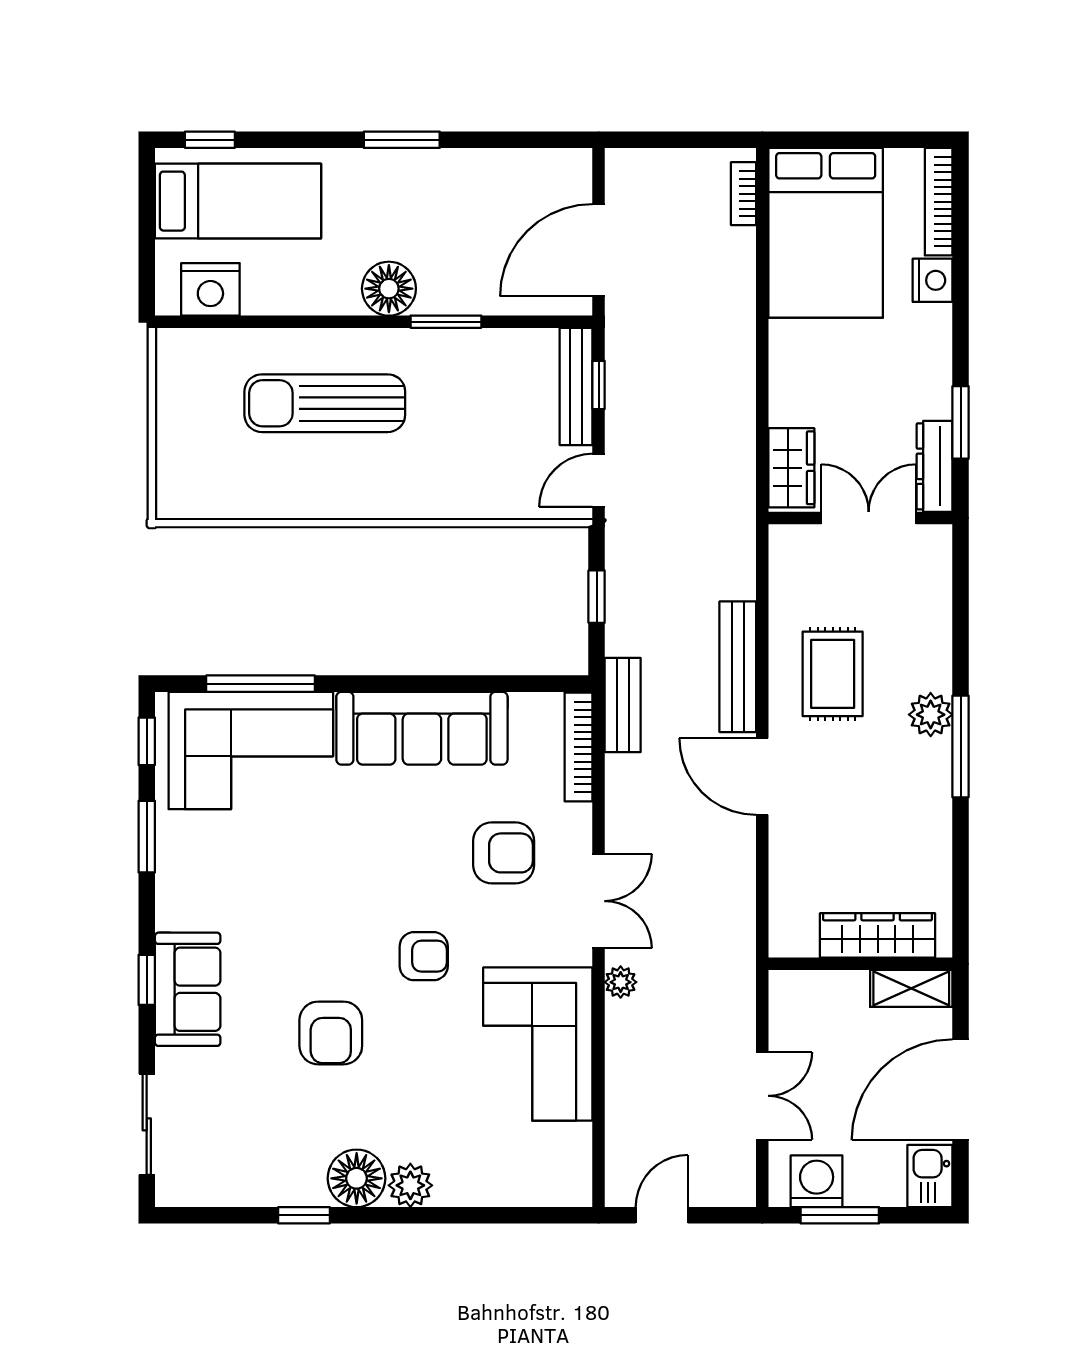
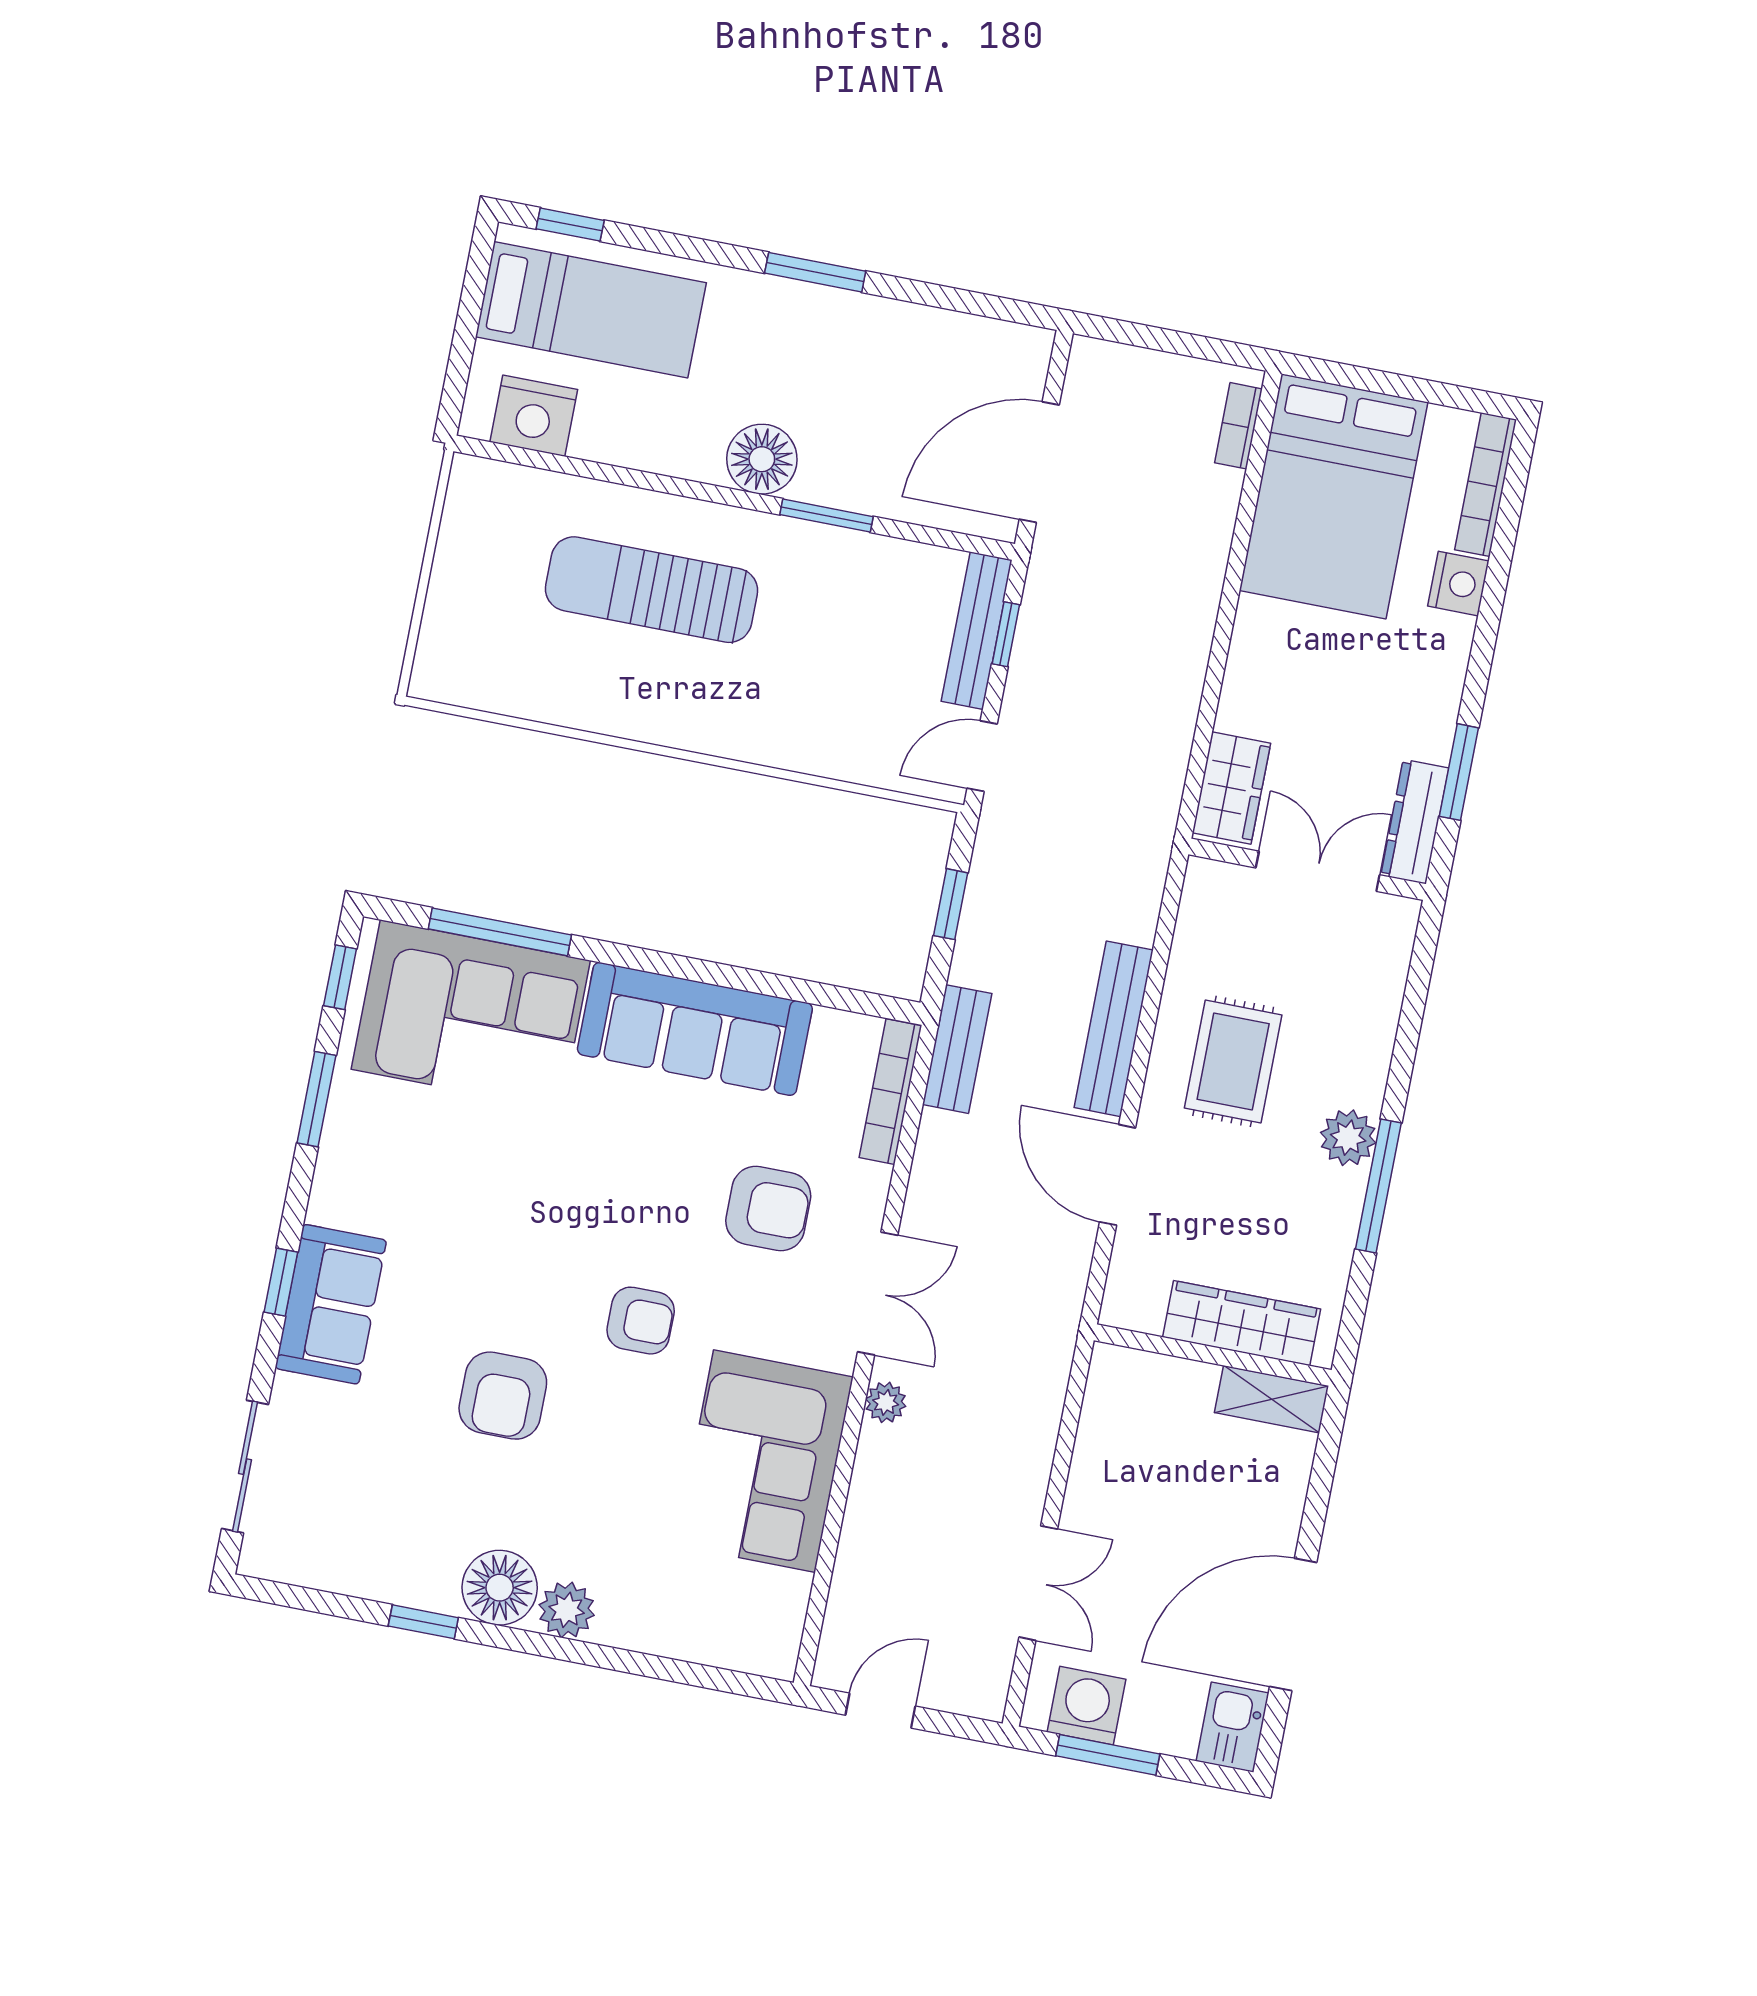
wardrobe: (878, 935) -> (1242, 1323), moved
wall: (860, 964) -> (1213, 1355), moved
shelving: (911, 988) -> (1272, 1399), moved

